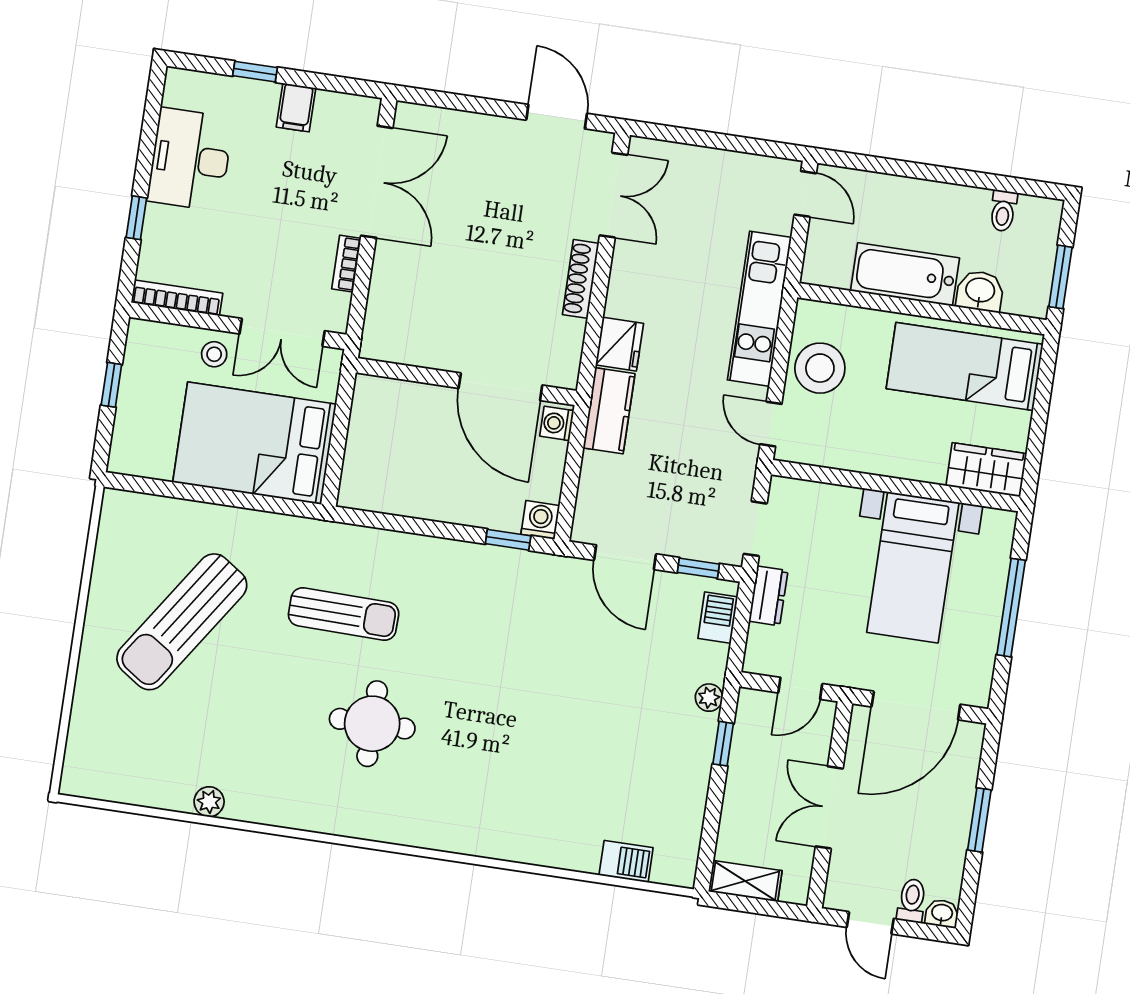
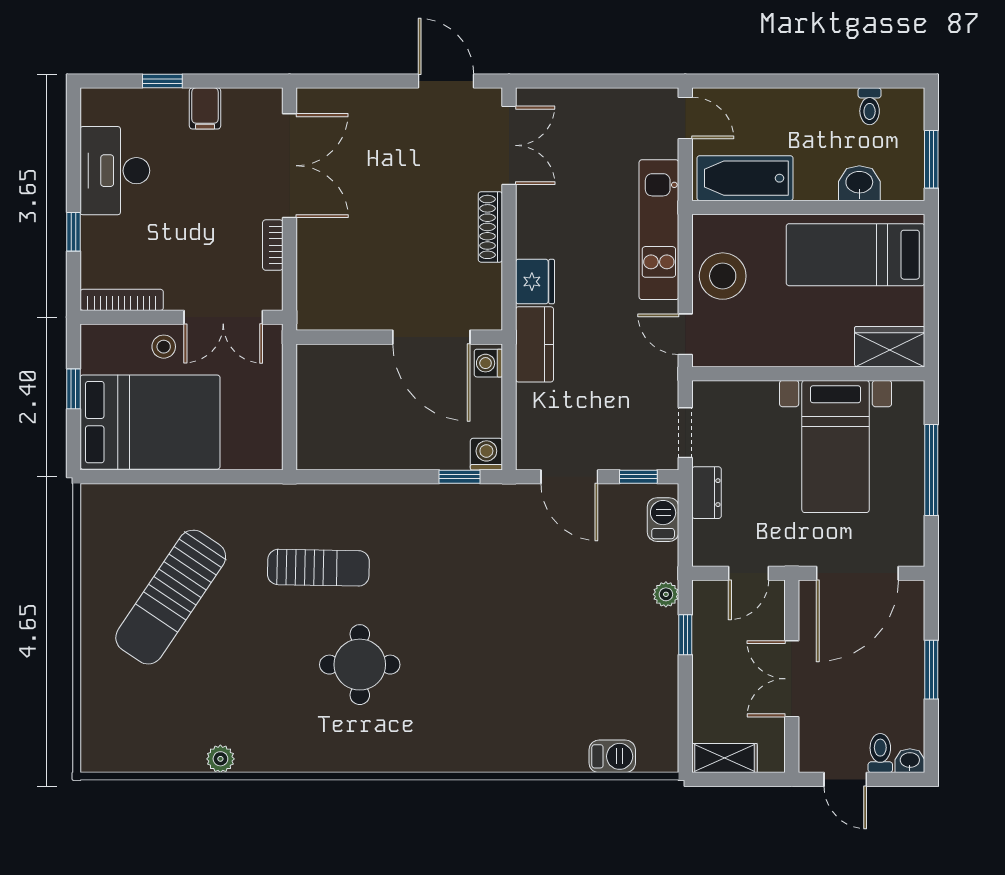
bathtub: (905, 274) -> (745, 178), moved
bed: (254, 443) -> (150, 422), moved, turned 180

